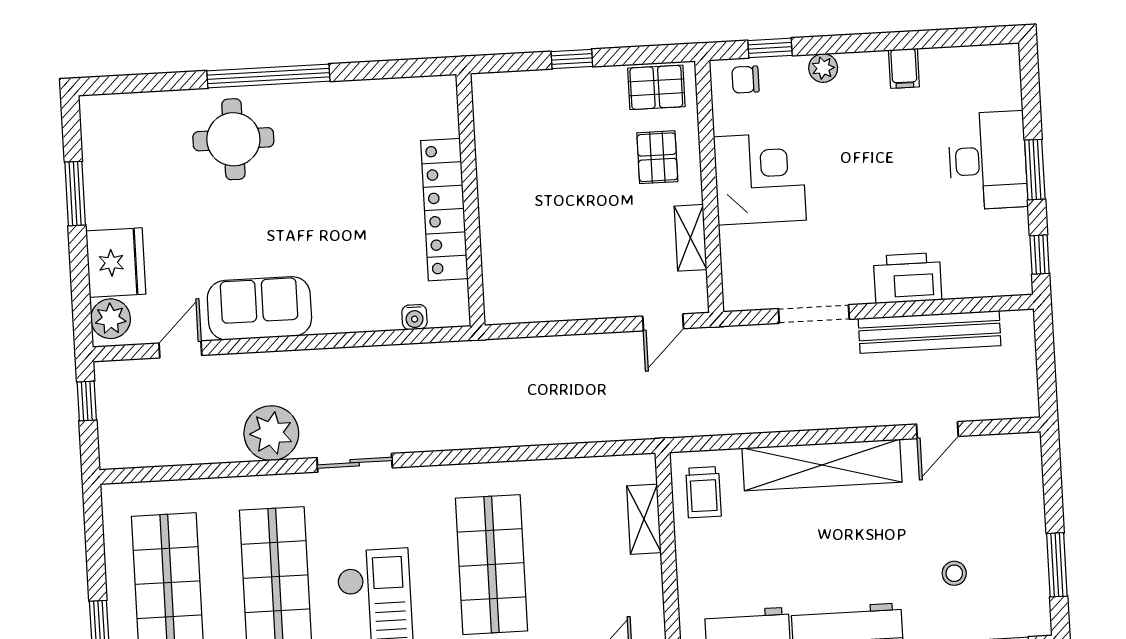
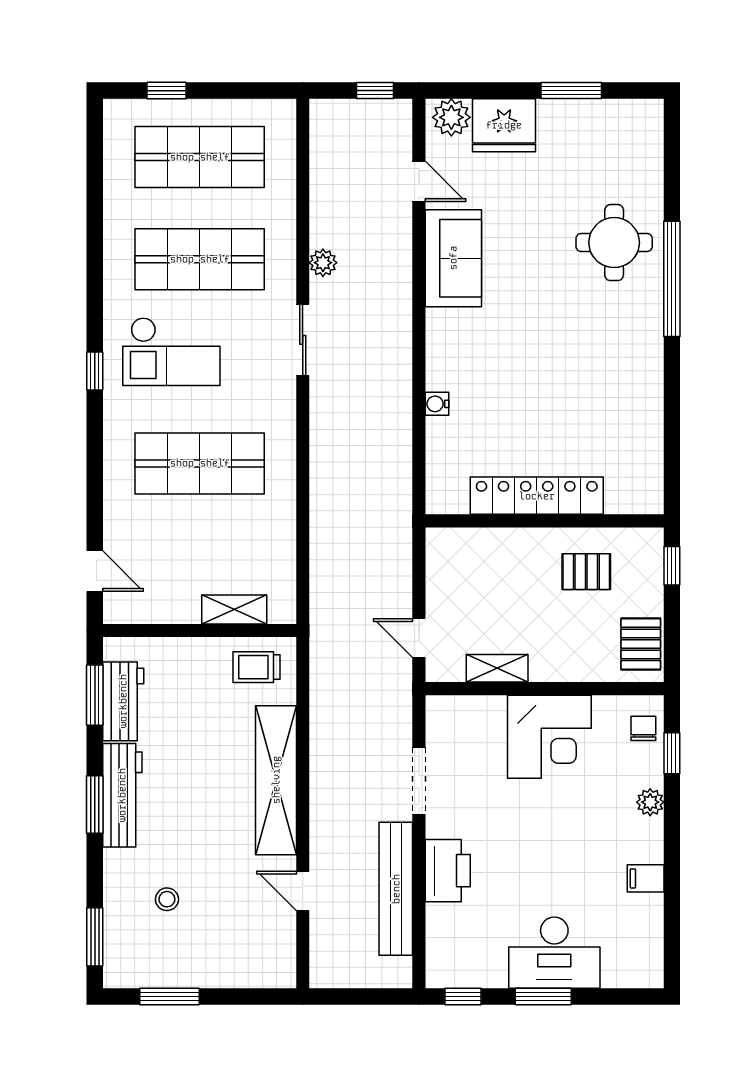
pallet: (657, 157) -> (586, 572), moved
wall: (471, 200) -> (545, 521), moved
locker: (444, 210) -> (537, 496), moved
plant: (271, 433) -> (323, 263), width x0.53, depth x0.53

